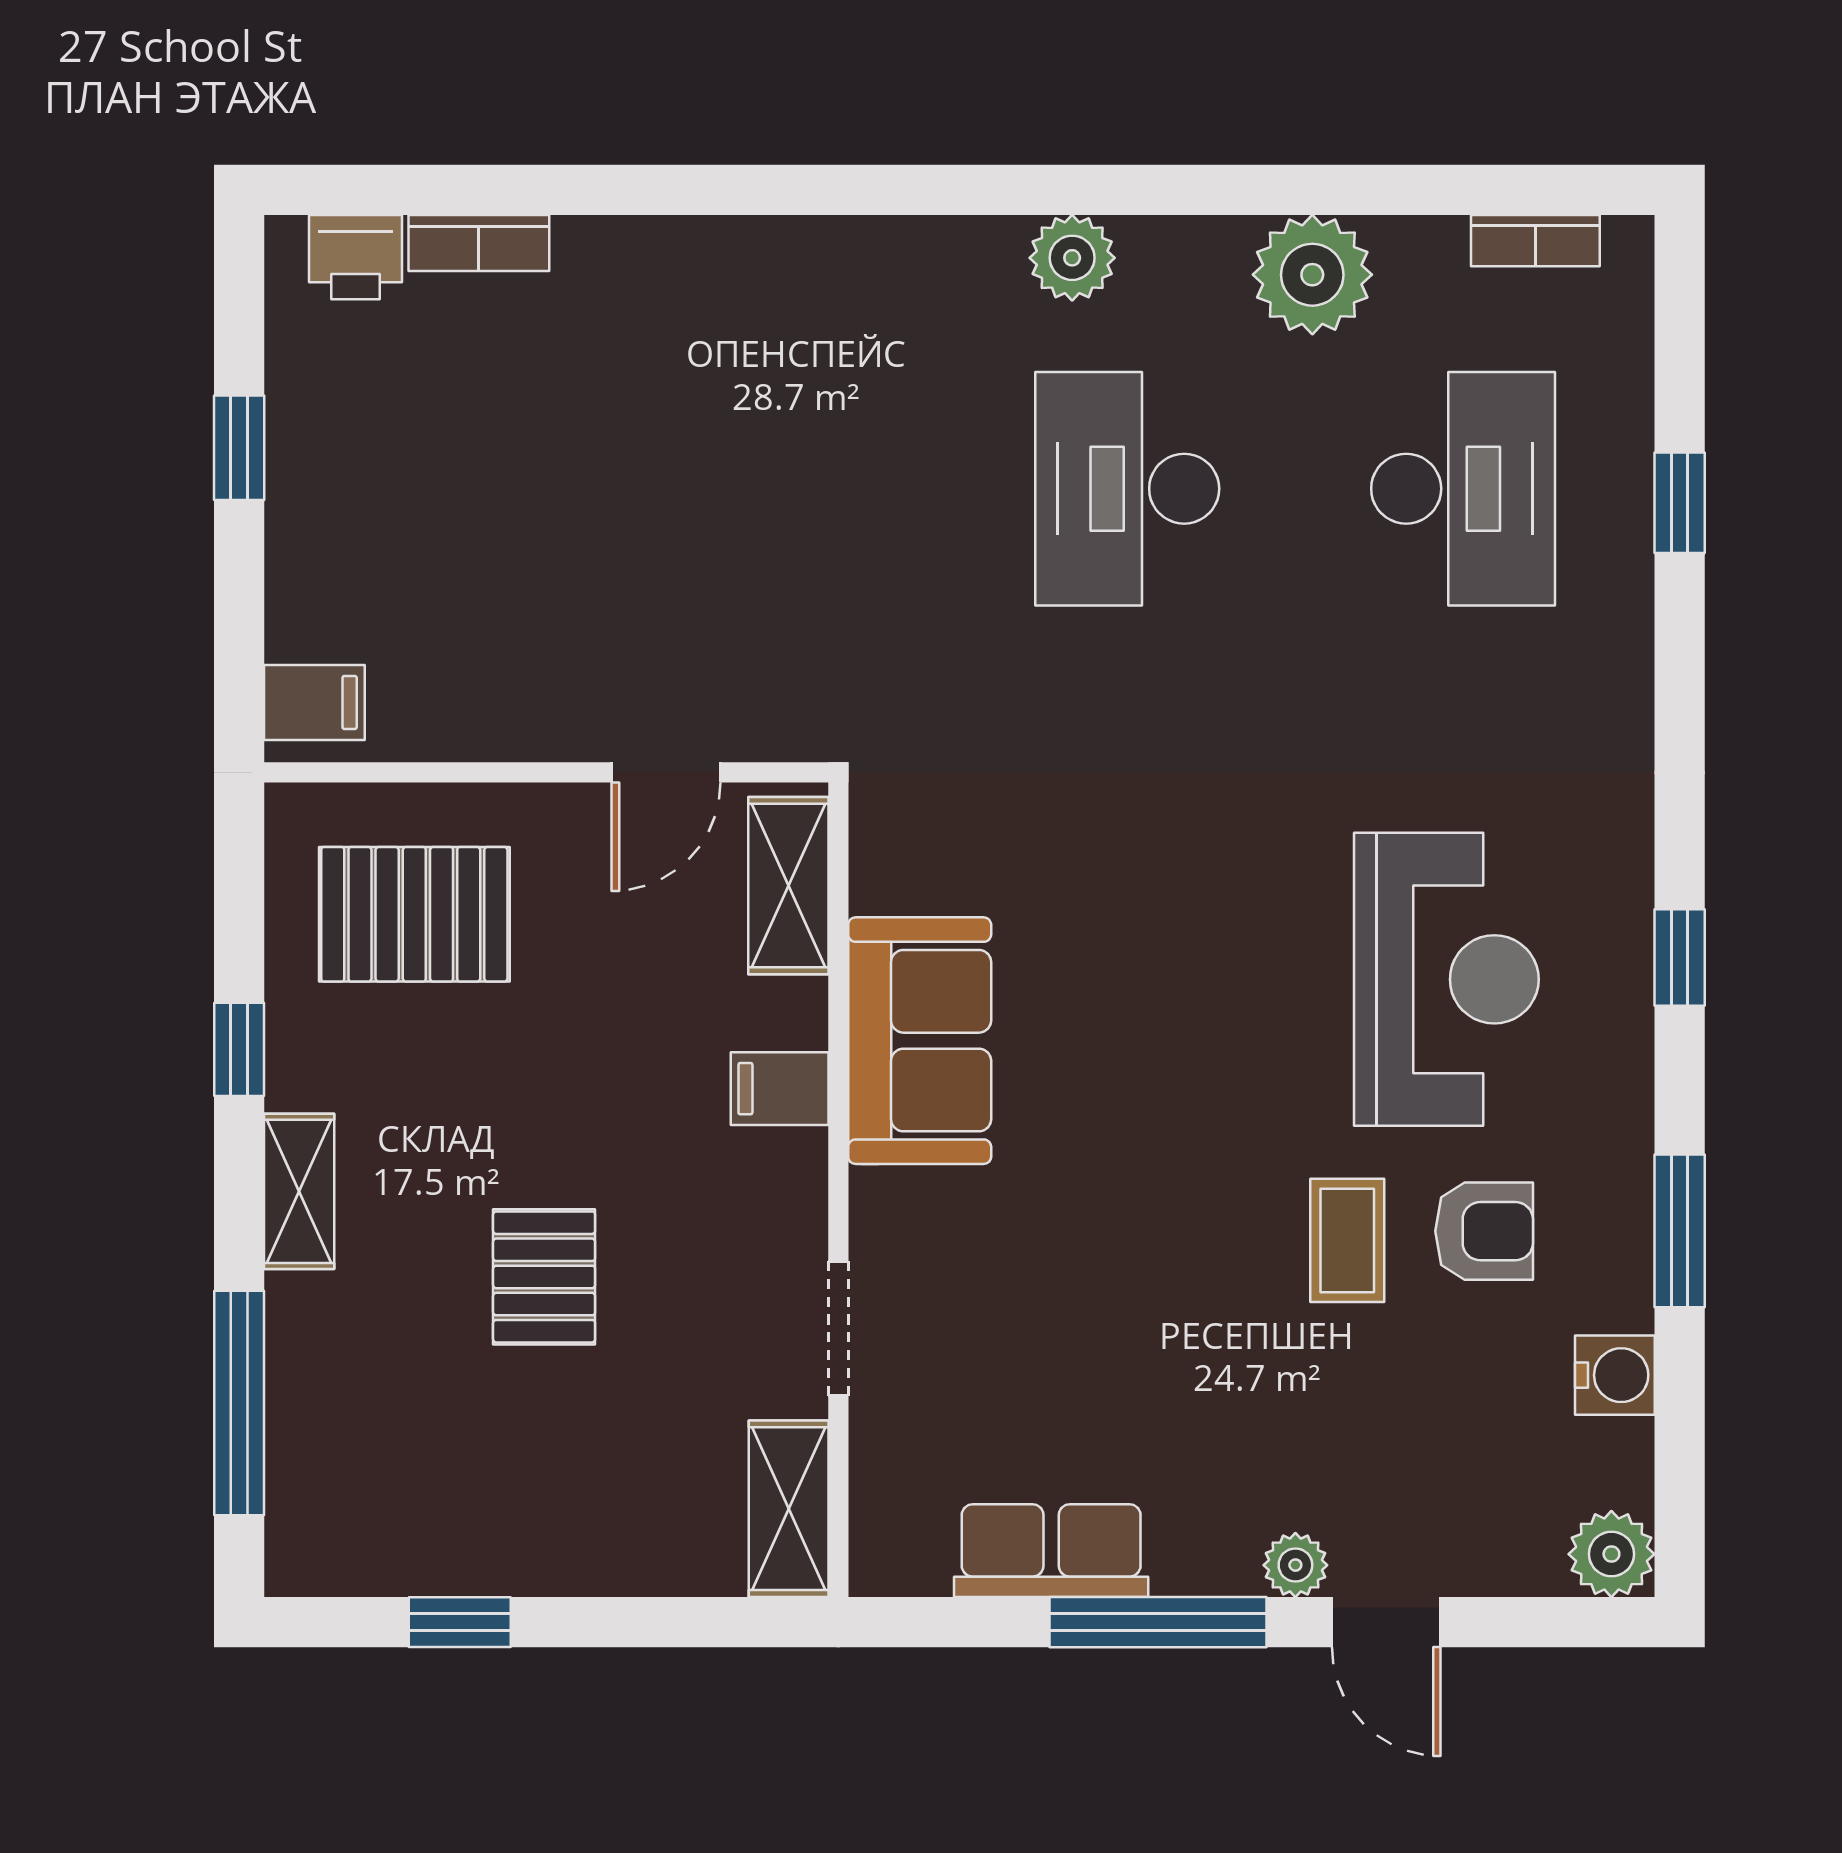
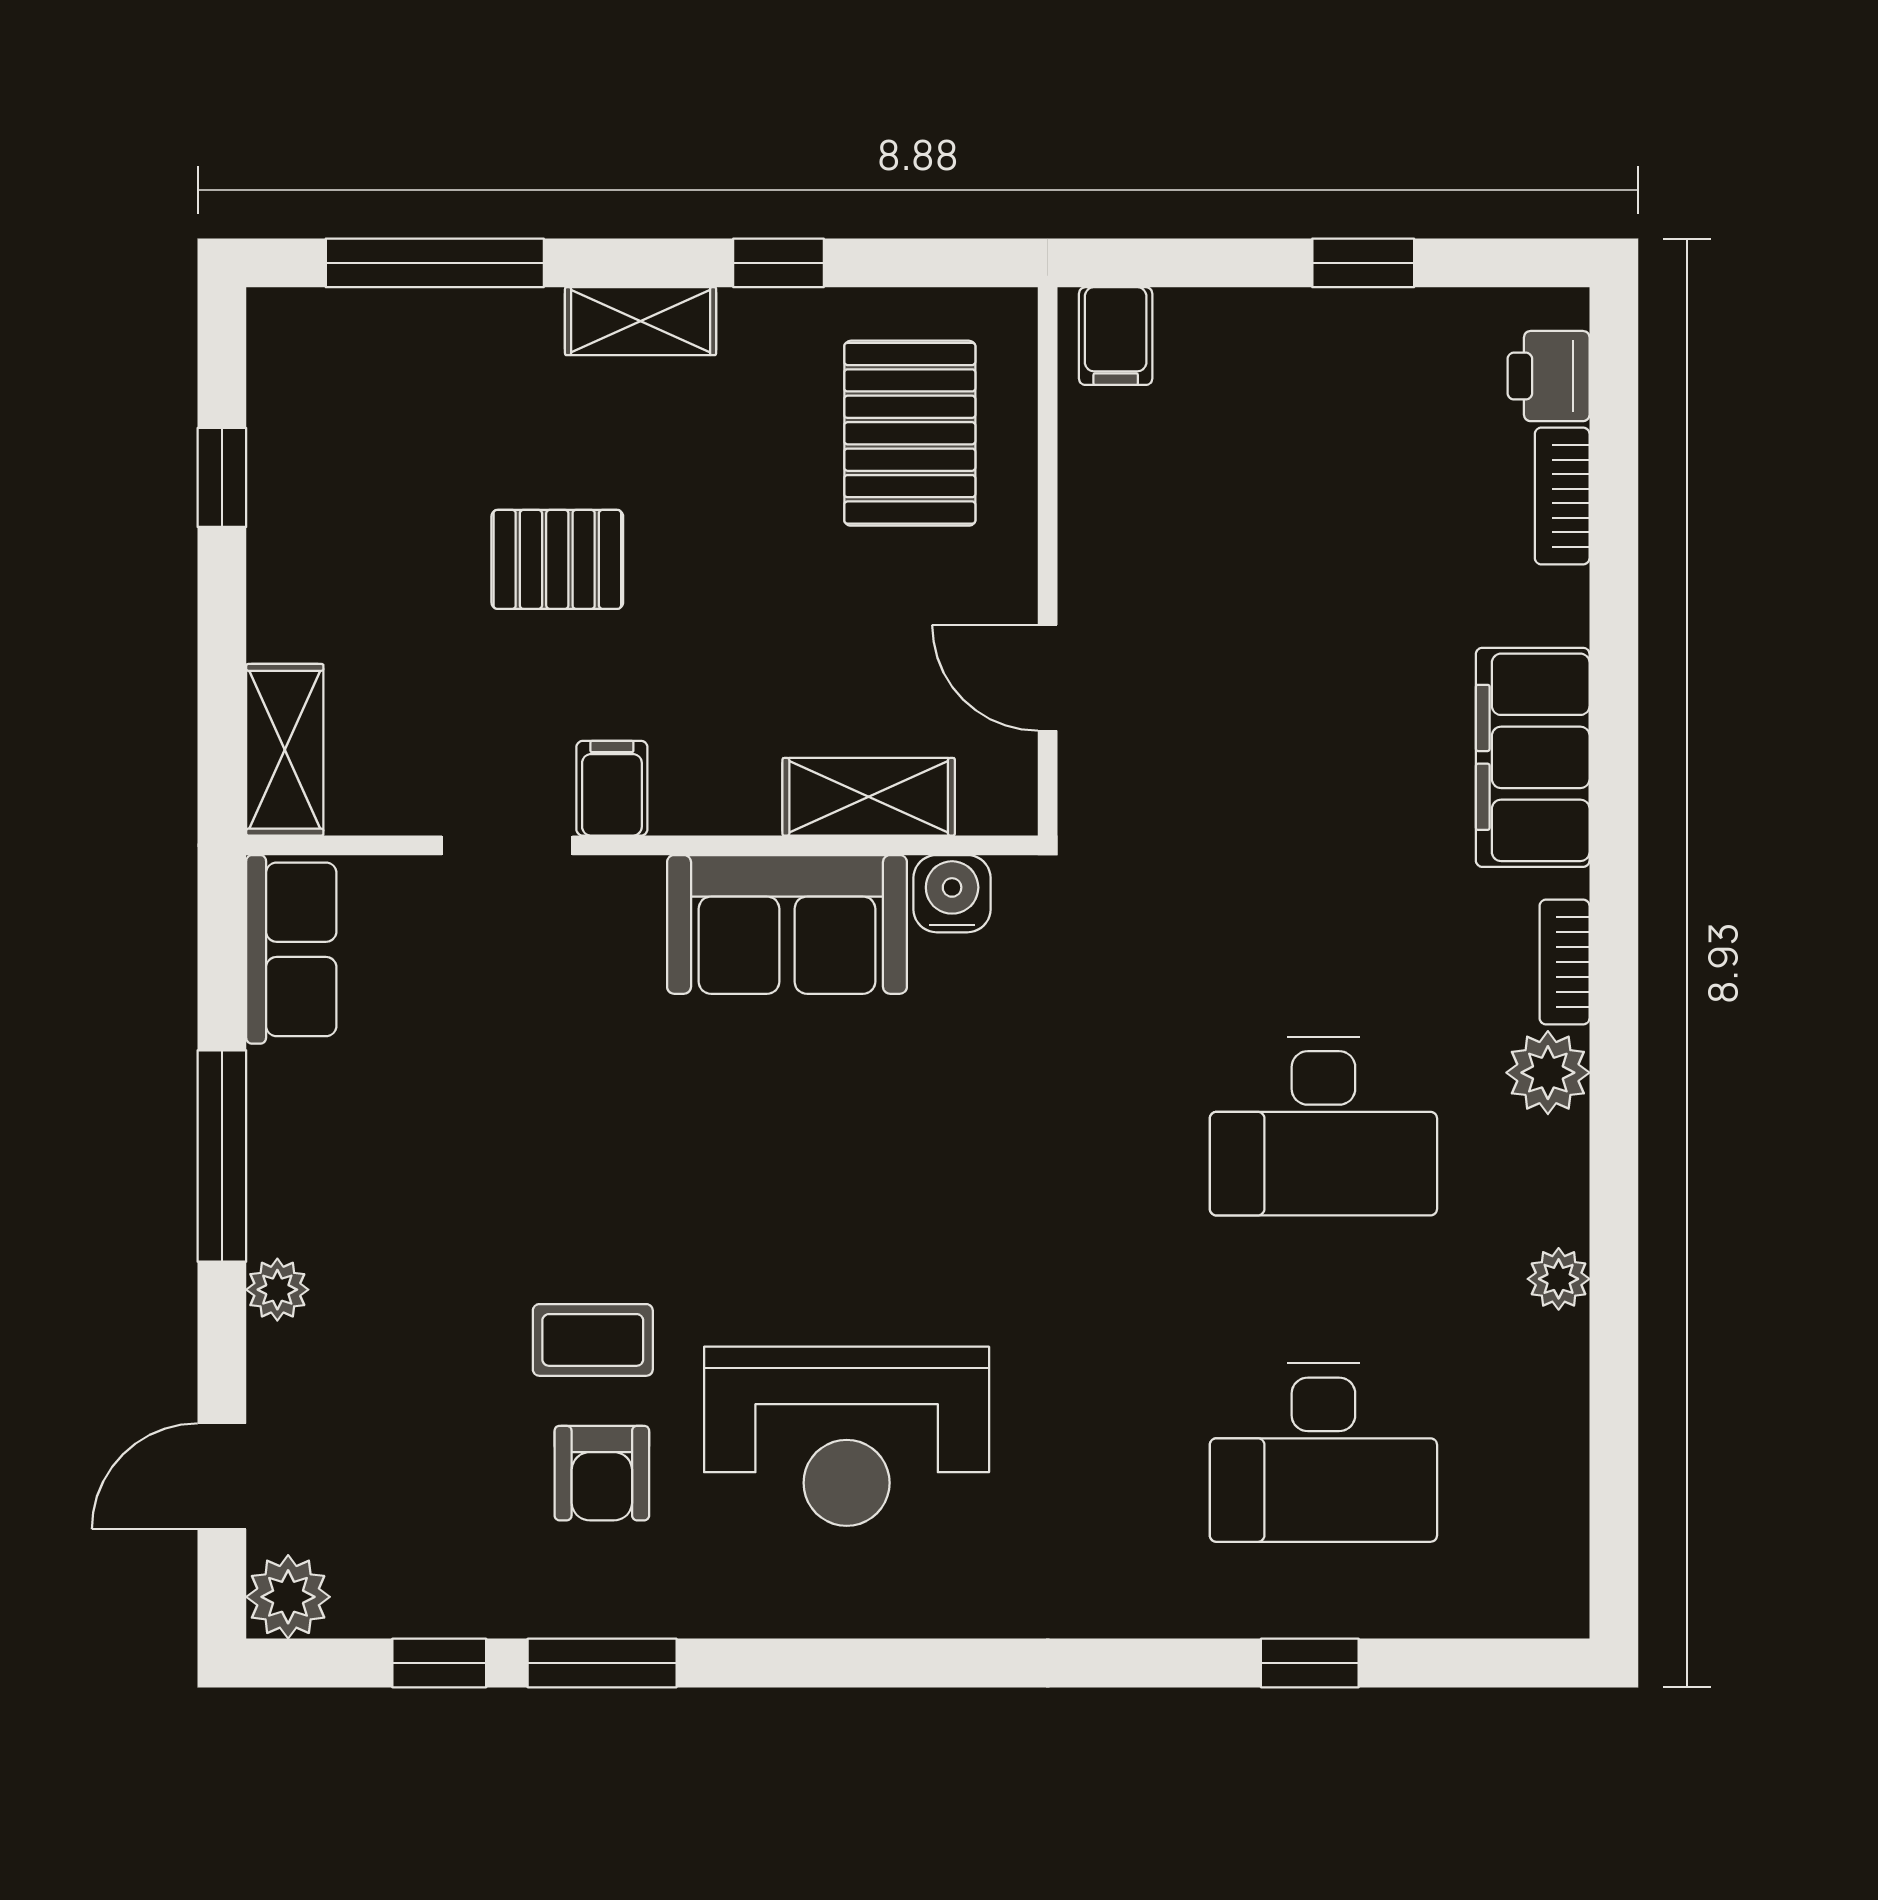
bookcase: (1535, 241) -> (1565, 962), moved
filing cabinet: (748, 273) -> (1533, 757), added
plant: (1312, 275) -> (1559, 1279), width x0.53, depth x0.53
desk: (1127, 489) -> (1323, 1126), turned 180
shelving: (788, 886) -> (869, 797), moved
window: (1680, 958) -> (439, 1663), moved
filing cabinet: (780, 1089) -> (612, 788), moved
water cooler: (1615, 1375) -> (952, 894), moved, turned 180
shelving: (789, 1509) -> (285, 750), moved, turned 90
row of seats: (1051, 1551) -> (291, 949), moved
door: (1386, 1622) -> (222, 1476), moved

